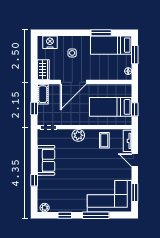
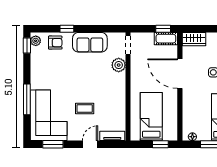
window: (34, 109) -> (163, 29), moved
window: (135, 109) -> (160, 144), moved
plant: (78, 135) -> (119, 65), moved
coffee table: (104, 140) -> (85, 108), moved
armchair: (46, 191) -> (55, 43), added
window: (65, 215) -> (27, 45), moved

